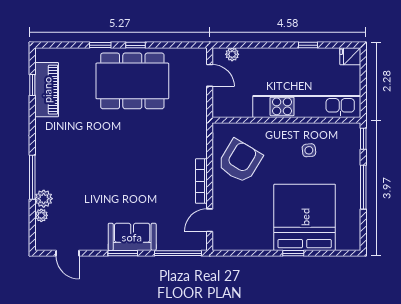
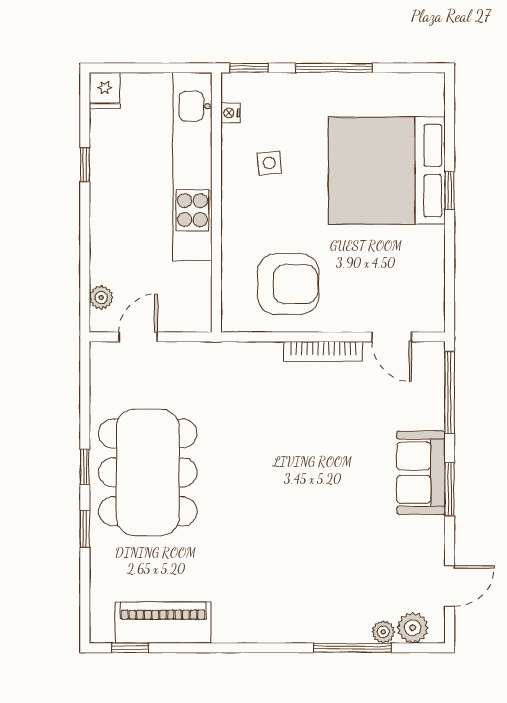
window: (32, 85) -> (130, 648), moved
nightstand: (338, 128) -> (230, 113), added
armchair: (240, 161) -> (288, 284), turned 149
window: (32, 177) -> (352, 648), moved
plant: (44, 199) -> (413, 628), moved

